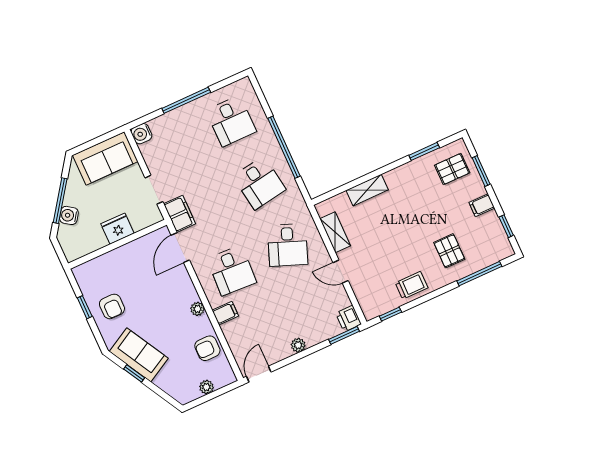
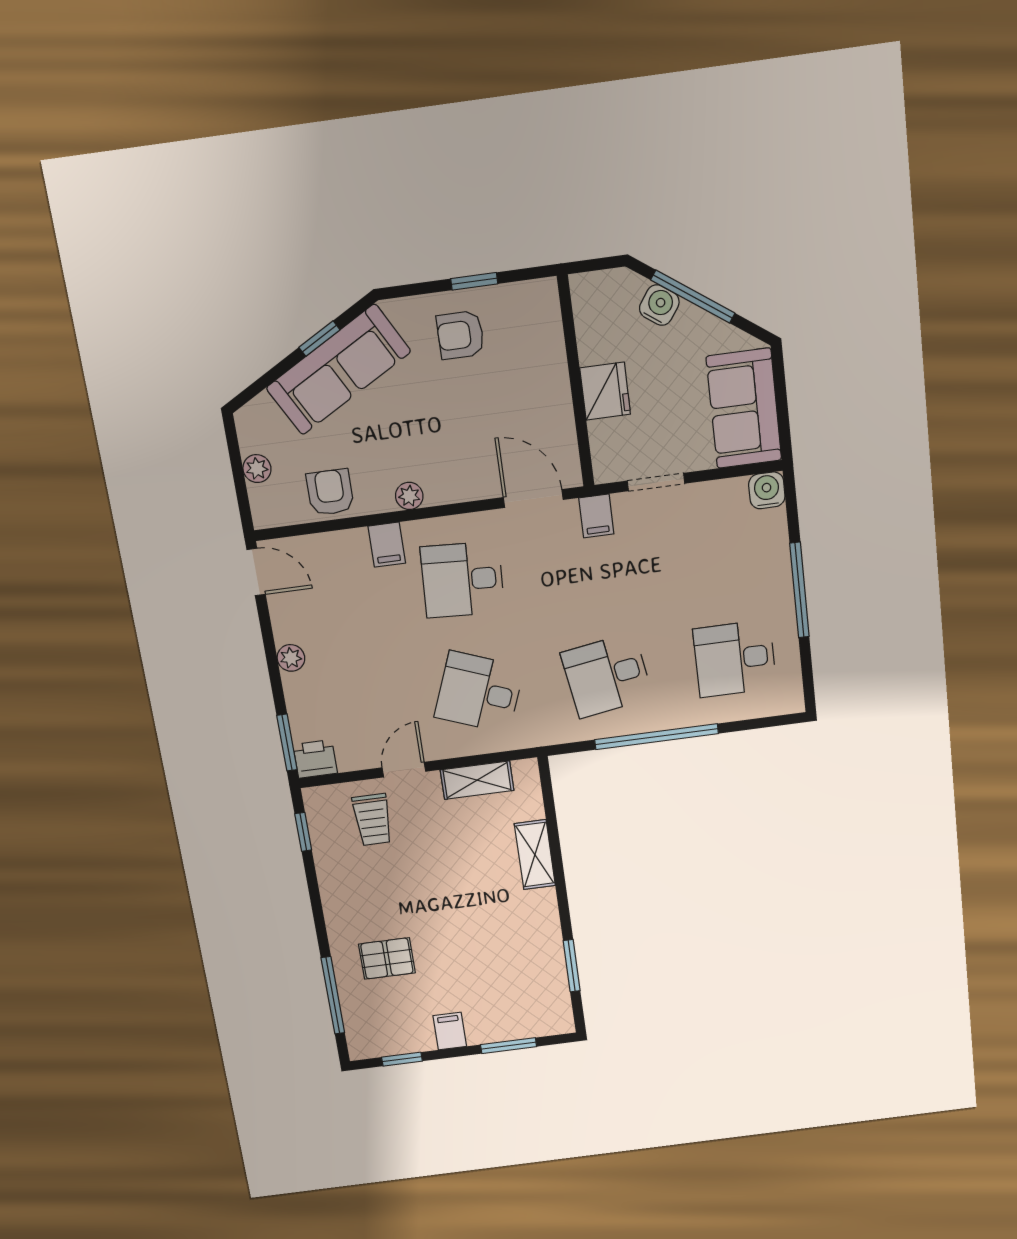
pallet: (452, 169) -> (527, 1002), removed
filing cabinet: (180, 214) -> (596, 516), width x0.50
trolley: (412, 285) -> (373, 820), moved
sofa: (139, 355) -> (338, 370), width x1.36

